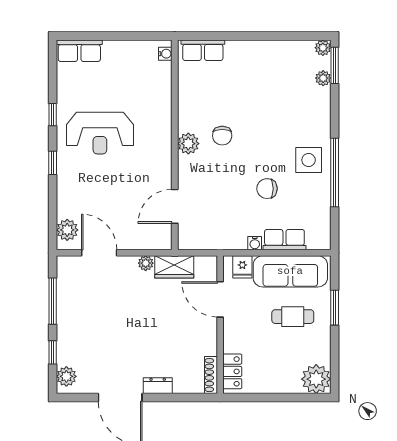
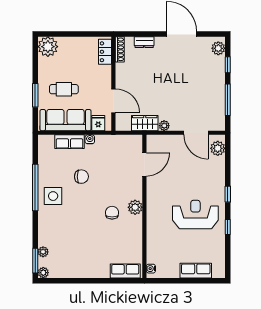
row of seats: (79, 51) -> (196, 271), moved
dresser: (158, 386) -> (144, 42), moved

